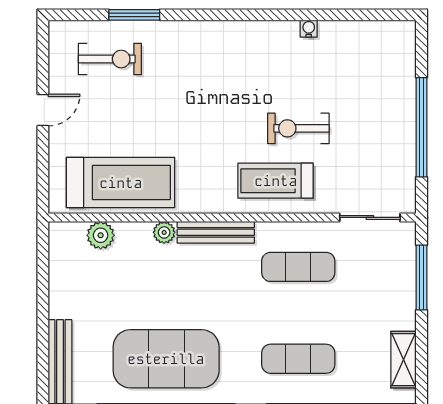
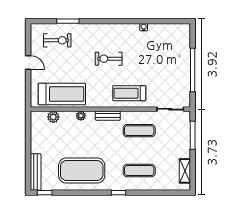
door: (43, 110) -> (28, 63), hinge flipped
exercise bike: (298, 128) -> (109, 59), moved
bench: (216, 232) -> (108, 116), width x0.73

